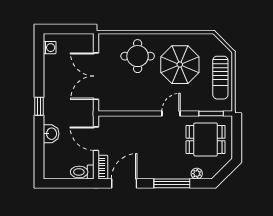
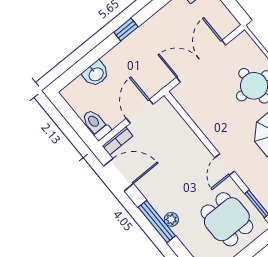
door: (171, 113) -> (225, 165), swing flipped
washbasin: (51, 134) -> (96, 74), moved
plant: (197, 174) -> (171, 219), moved

